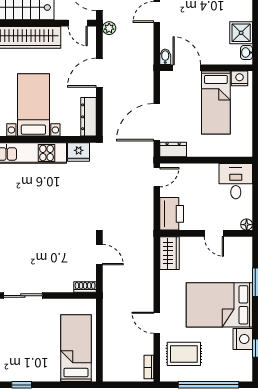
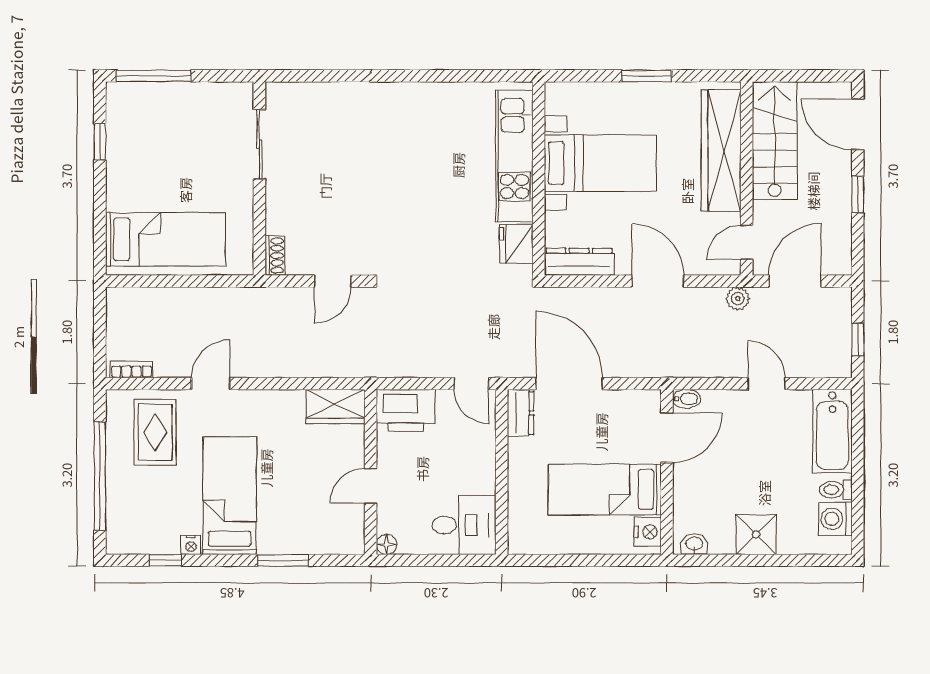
shower: (241, 33) -> (756, 535), moved
bed: (219, 305) -> (230, 496), width x0.67
nightstand: (243, 339) -> (191, 545), width x0.53, depth x0.56

